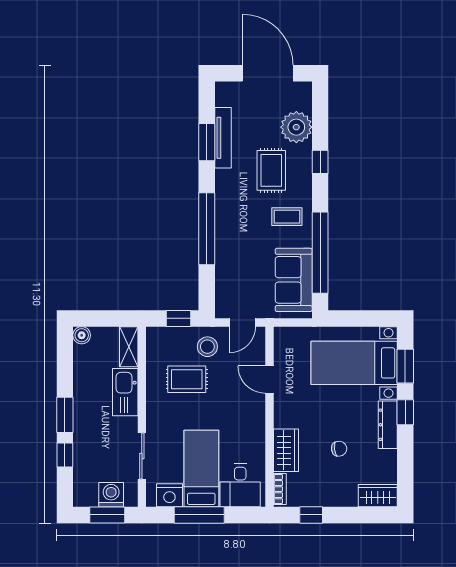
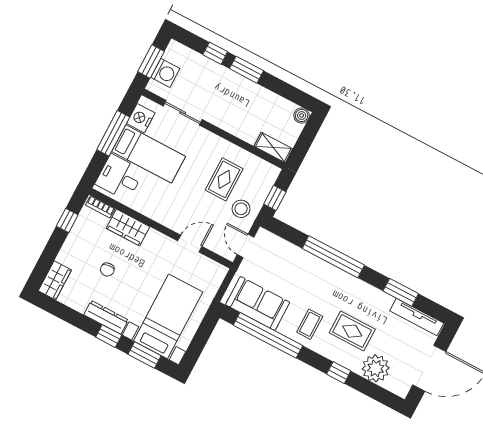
tv unit: (223, 138) -> (417, 317), moved
kitchen sink: (125, 392) -> (239, 126), removed

